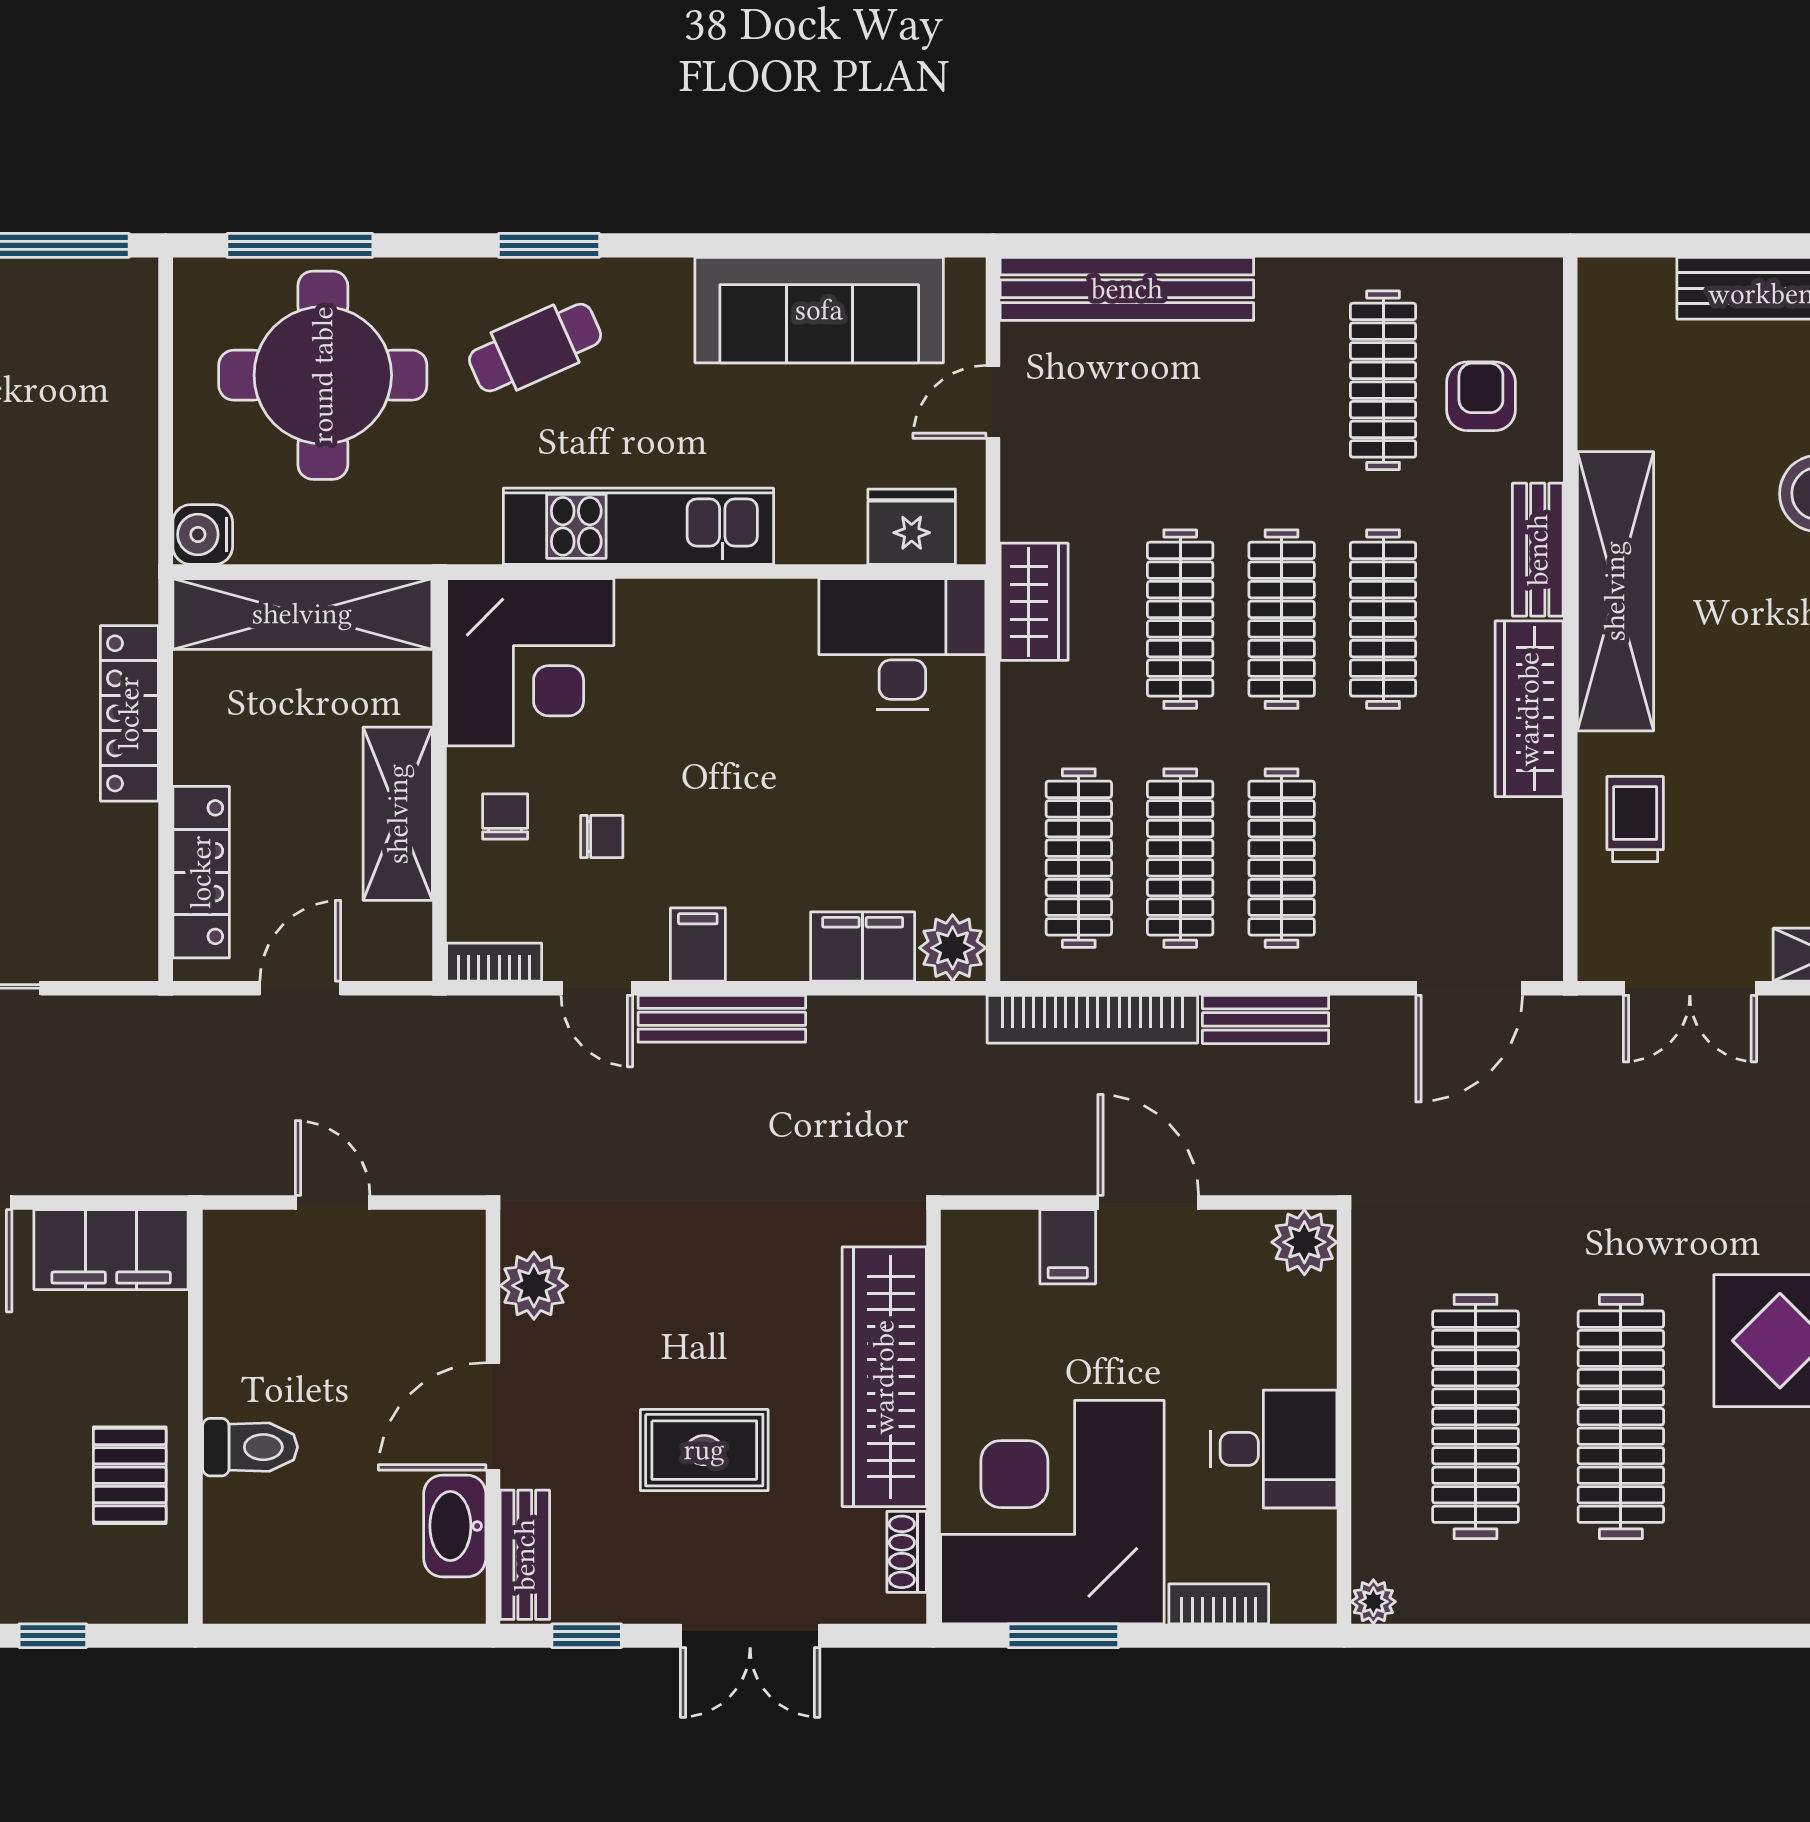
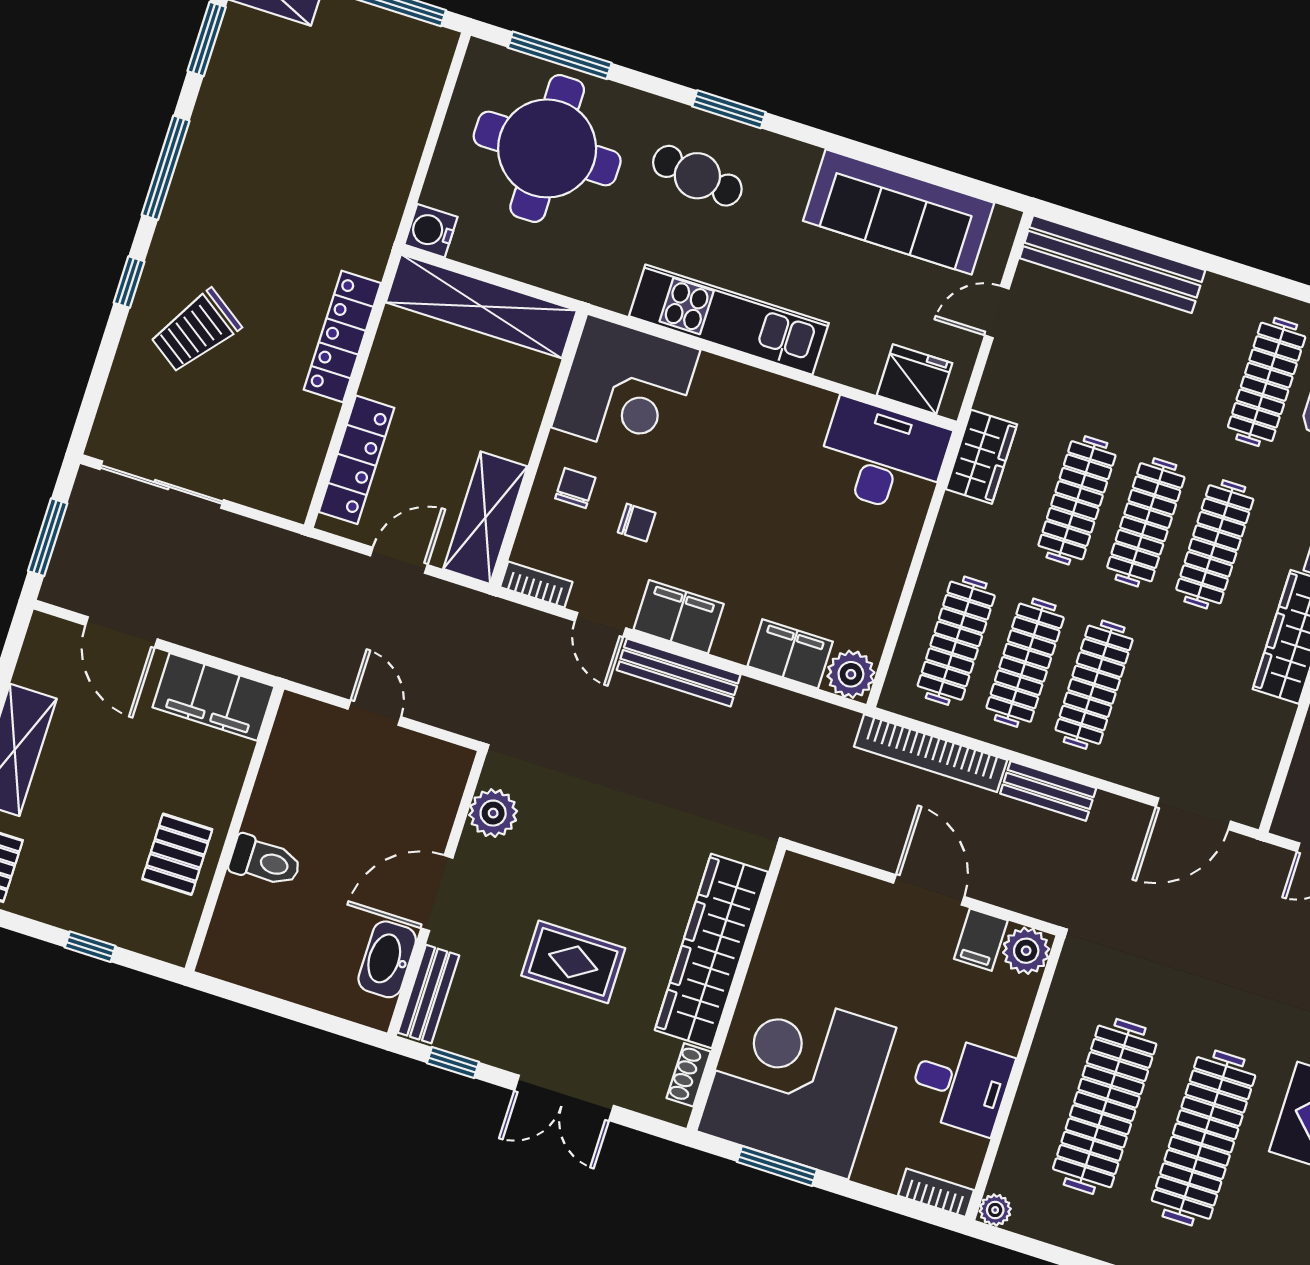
cafe table: (535, 348) -> (697, 176), turned 32
shelving: (398, 814) -> (485, 518), moved
filing cabinet: (698, 944) -> (679, 617), width x2.00
filing cabinet: (1068, 1247) -> (981, 940), moved
bookcase: (1219, 1604) -> (936, 1193), moved

